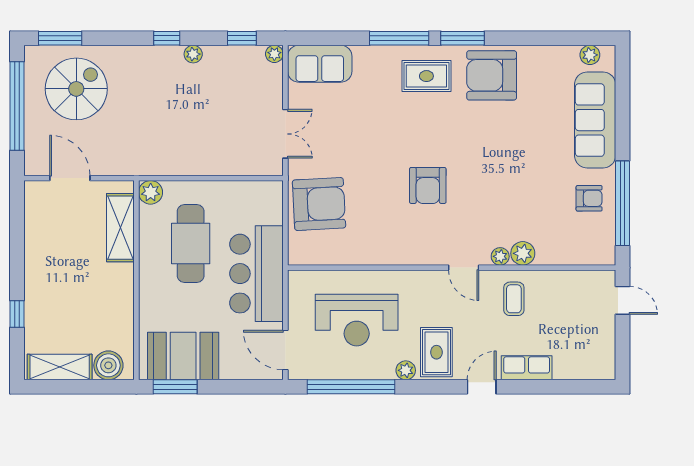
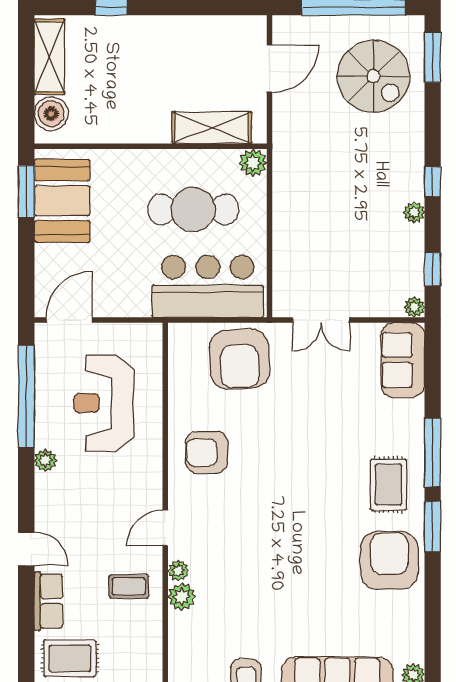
armchair: (428, 185) -> (207, 453), moved
bar counter: (256, 274) -> (208, 286), moved
rug: (436, 352) -> (70, 658), moved

